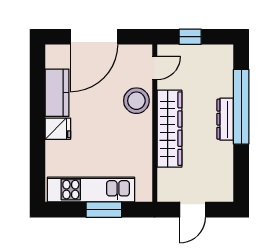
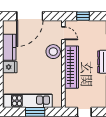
door: (155, 68) -> (63, 33), hinge flipped

